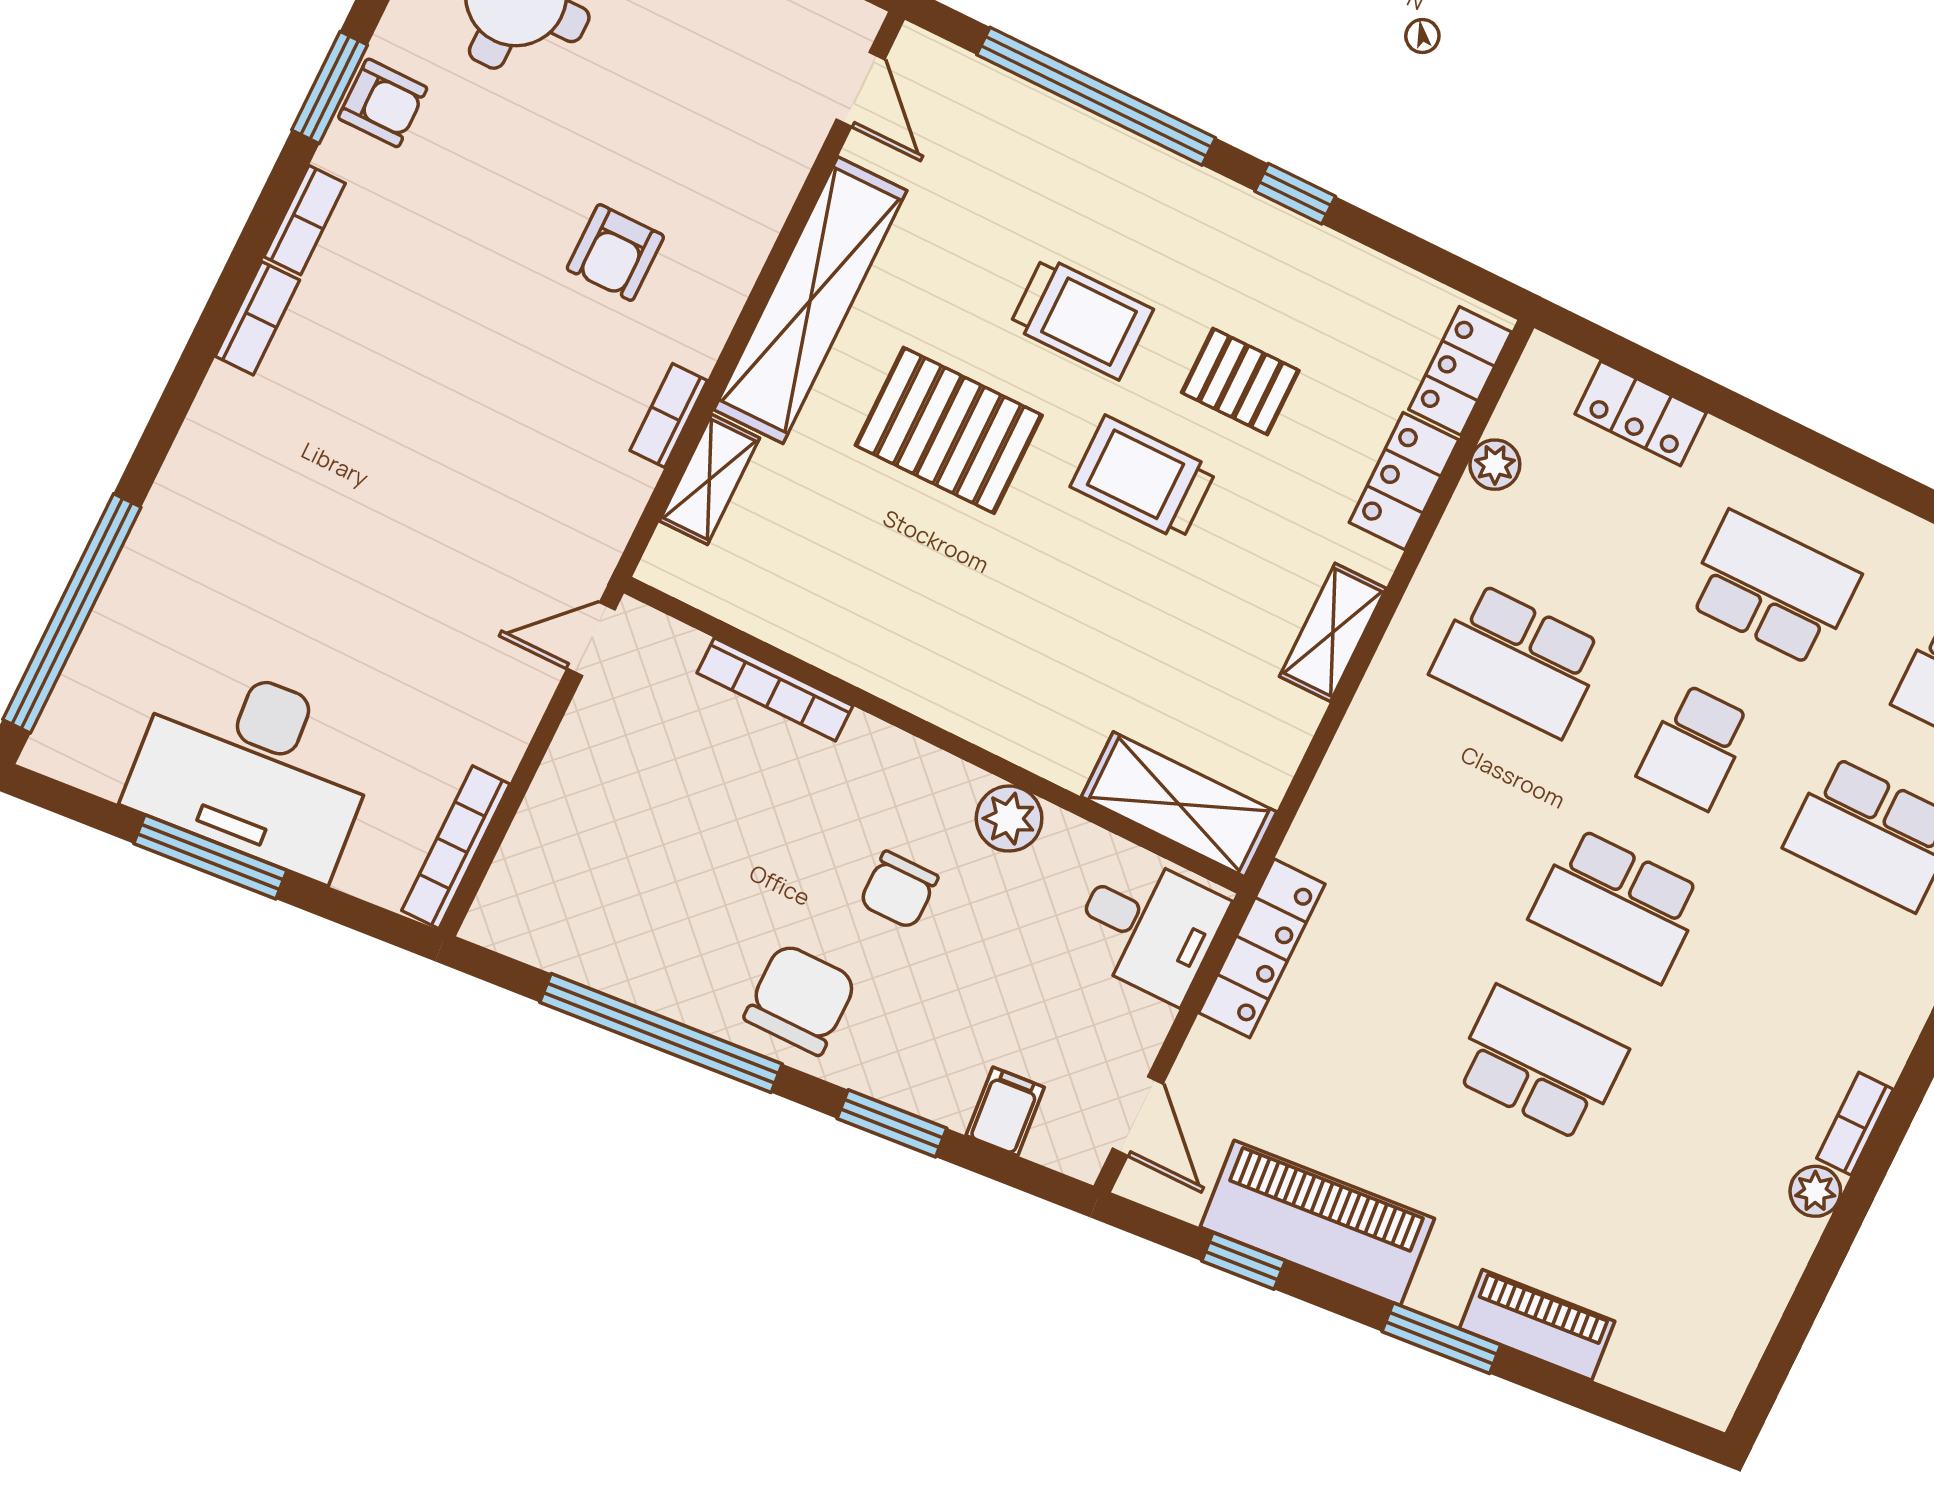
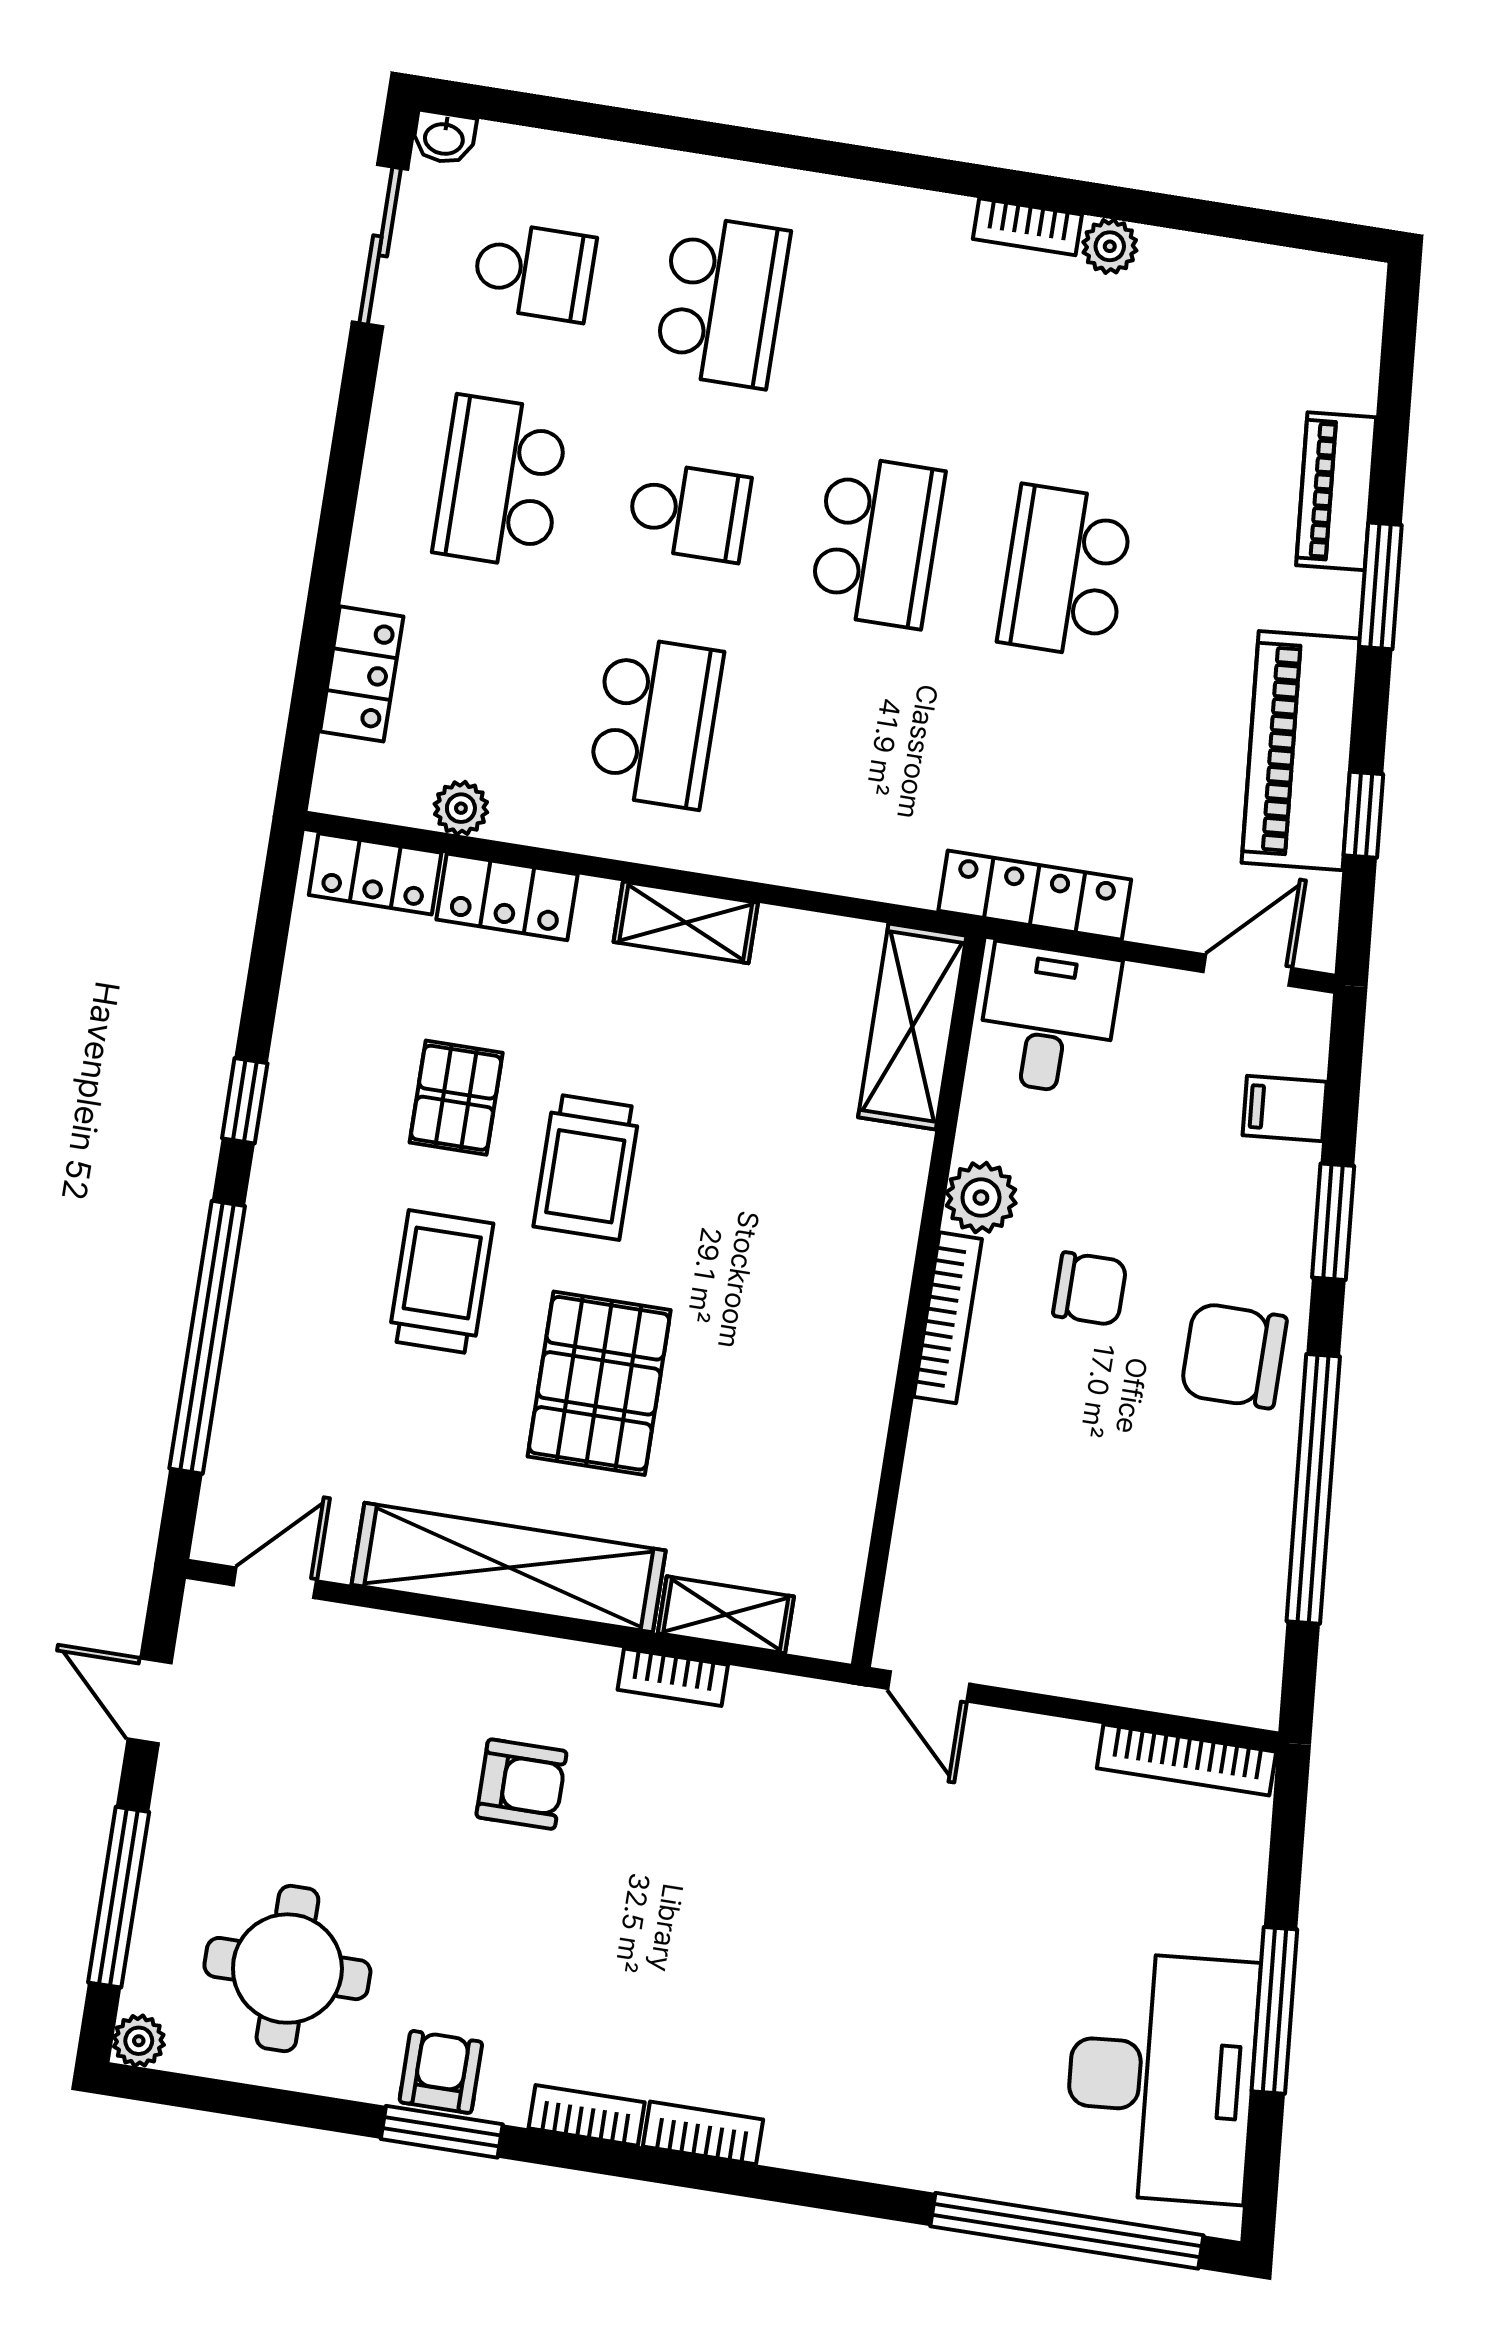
bookcase: (775, 689) -> (948, 1318), moved
desk: (254, 767) -> (1161, 2077), moved

